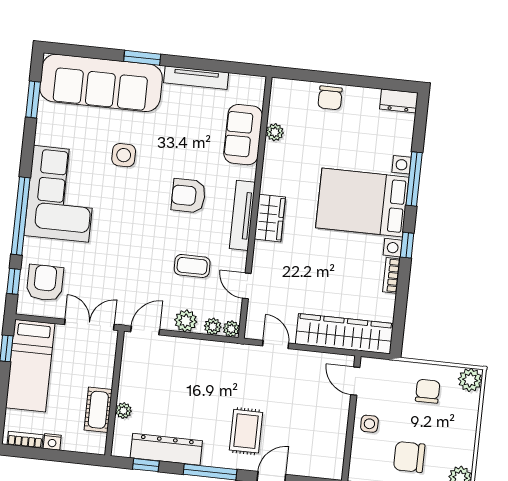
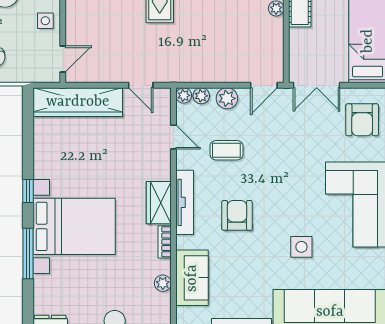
armchair: (188, 196) -> (237, 215), turned -90
bookcase: (391, 275) -> (165, 242), moved, turned 180
door: (355, 381) -> (63, 59), hinge flipped

